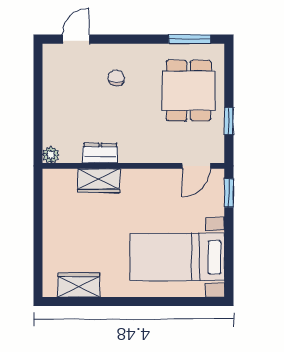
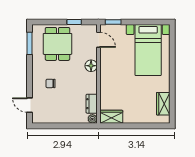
dining table: (189, 91) -> (57, 44), turned 90
floor lamp: (148, 152) -> (91, 66), added
dresser: (100, 153) -> (92, 104), moved
wardrobe: (99, 181) -> (111, 117), moved, turned -90

